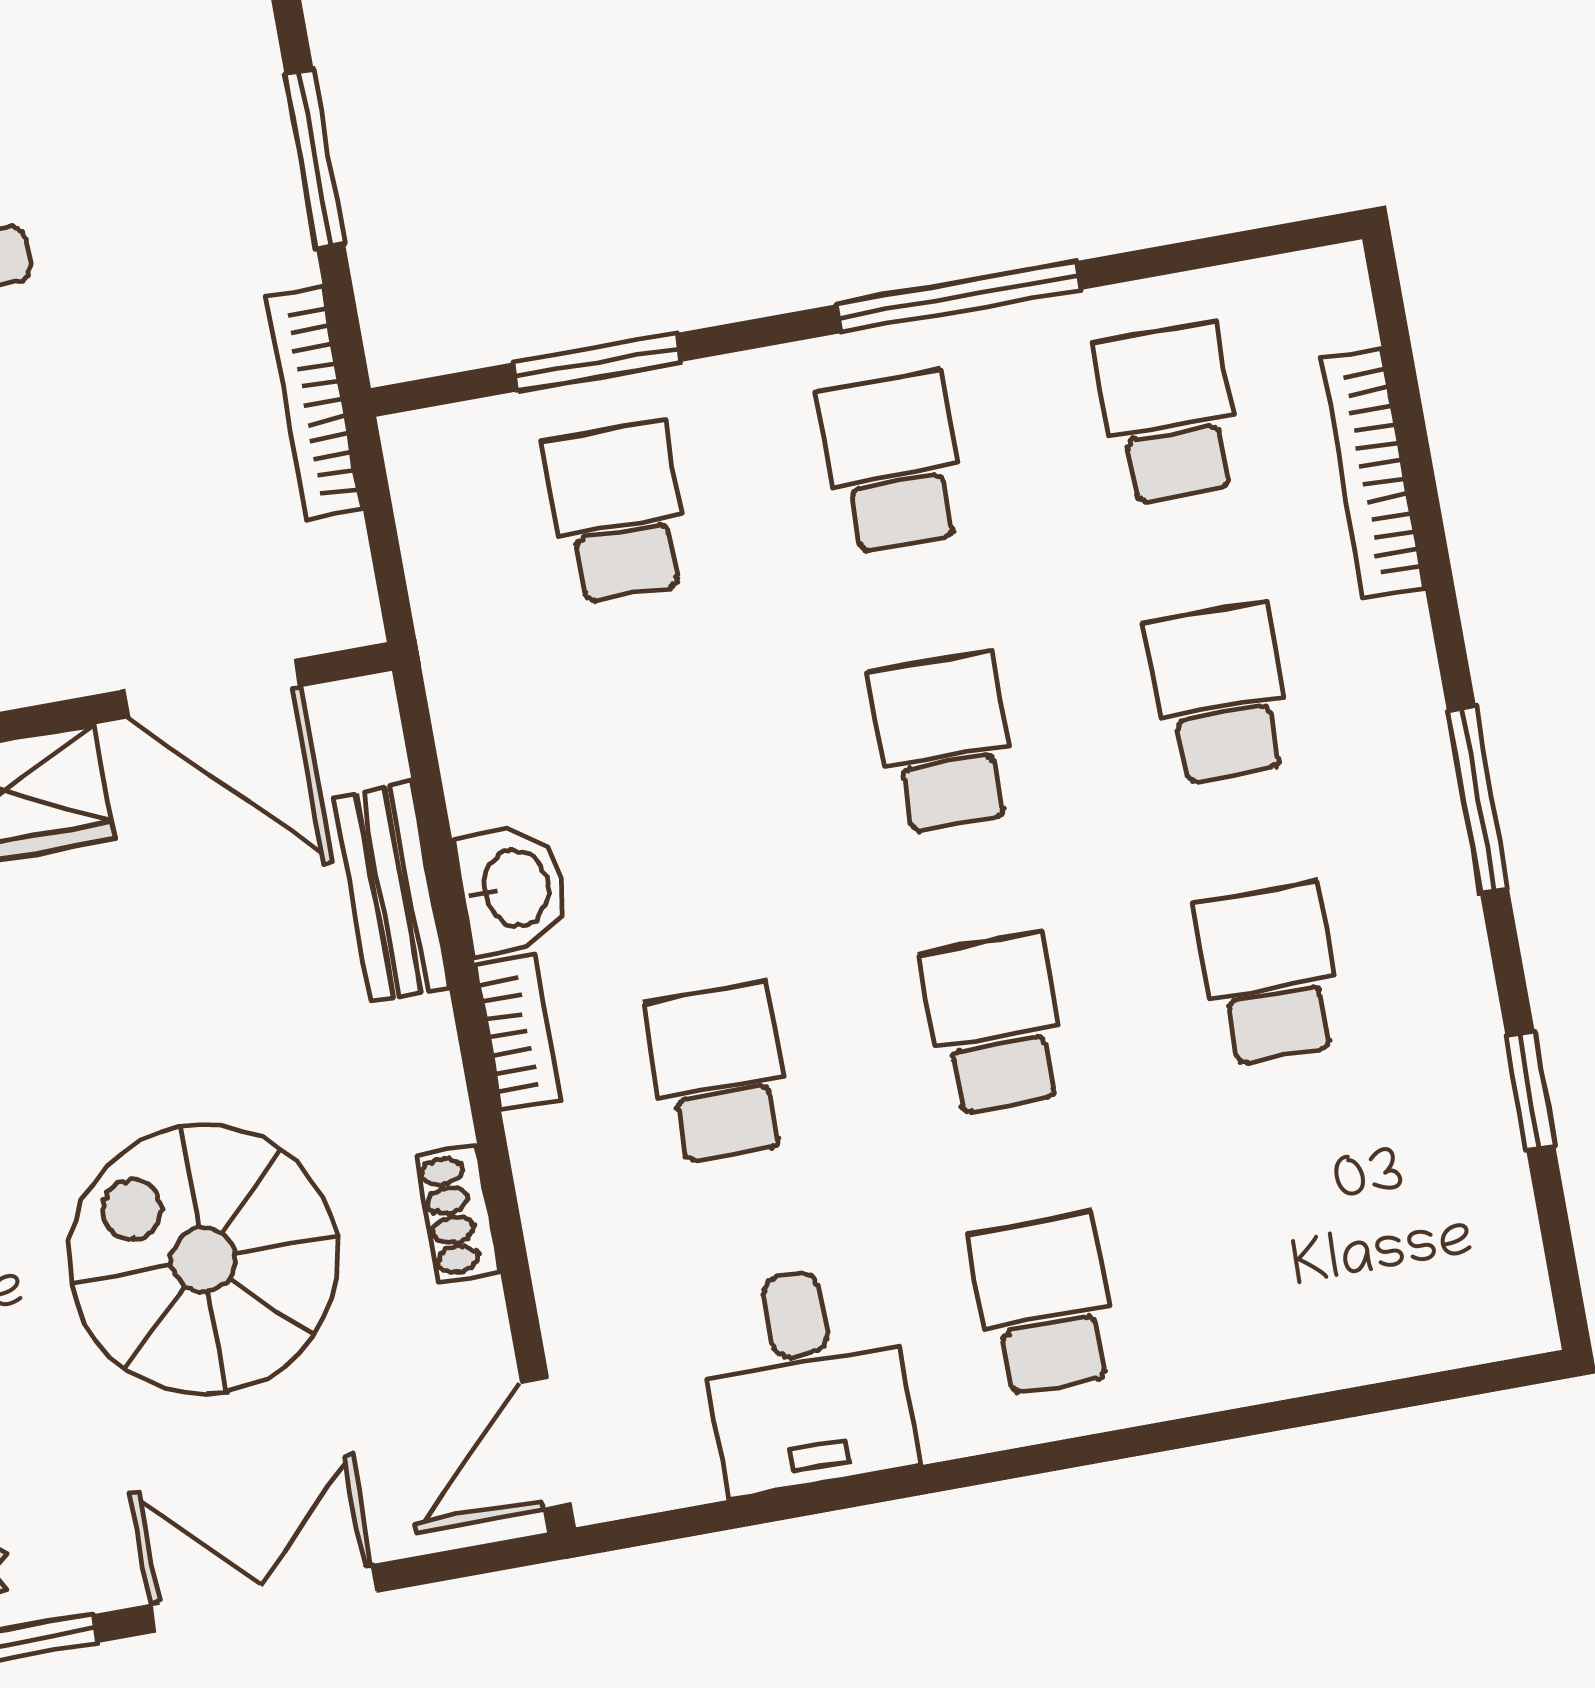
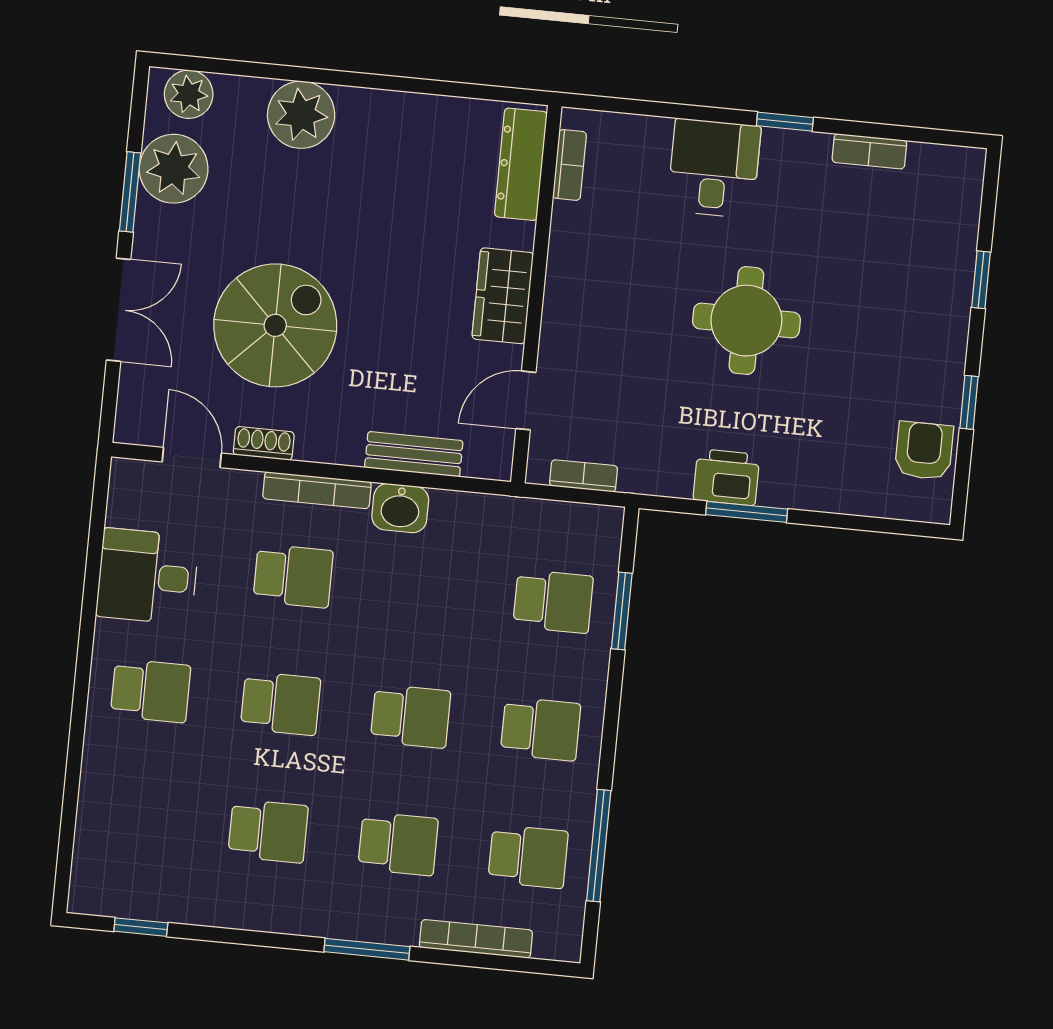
printer: (254, 222) -> (726, 477), added
window: (958, 297) -> (599, 846), moved
bookcase: (314, 403) -> (584, 476), moved, width x0.64
door: (212, 688) -> (526, 400), width x0.73
window: (1478, 800) -> (367, 949), moved
bookcase: (517, 1033) -> (317, 490), width x1.56
window: (1530, 1091) -> (141, 927), moved
door: (546, 1443) -> (192, 457), moved

